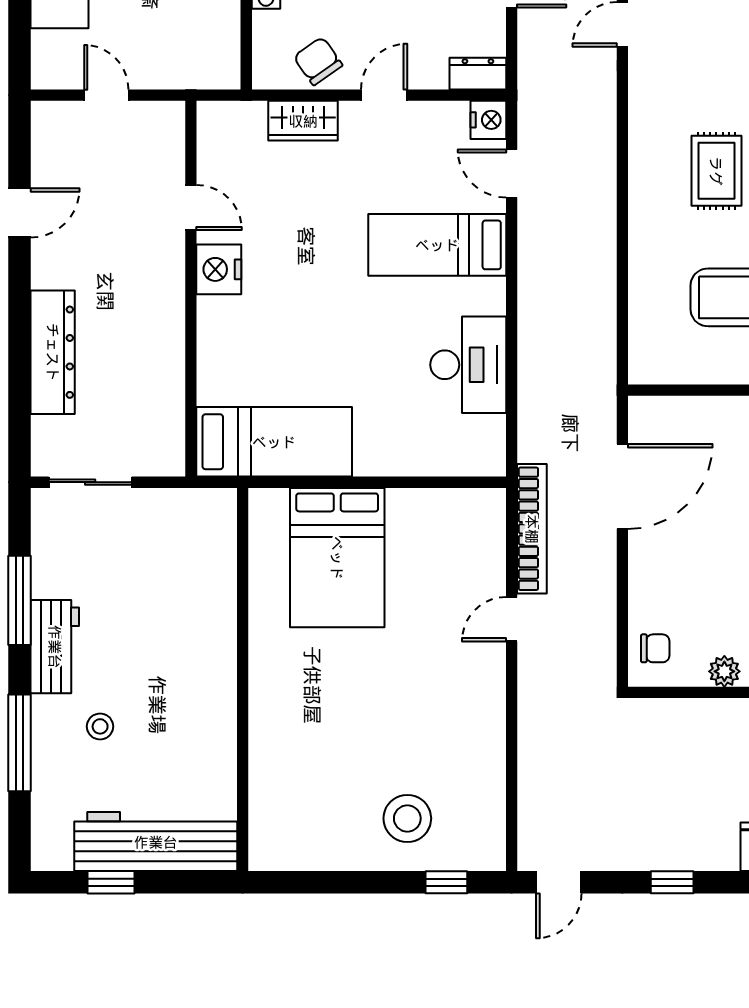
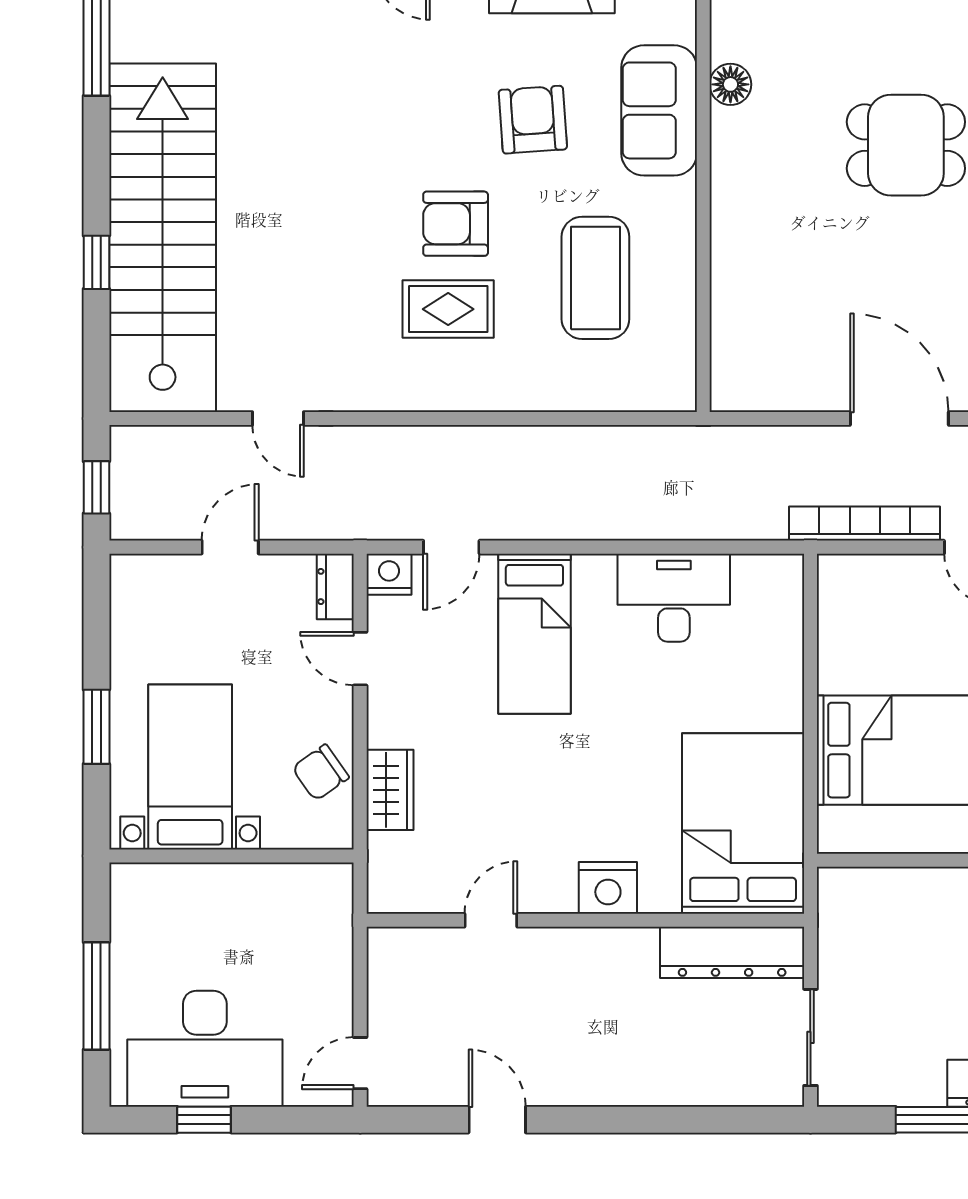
door: (106, 95) -> (360, 1063), moved
door: (384, 95) -> (360, 659), moved
nightstand: (219, 269) -> (608, 888), moved
dresser: (53, 352) -> (732, 952), moved, turned 180
bed: (274, 442) -> (743, 823), width x1.50
door: (622, 486) -> (899, 418), moved

